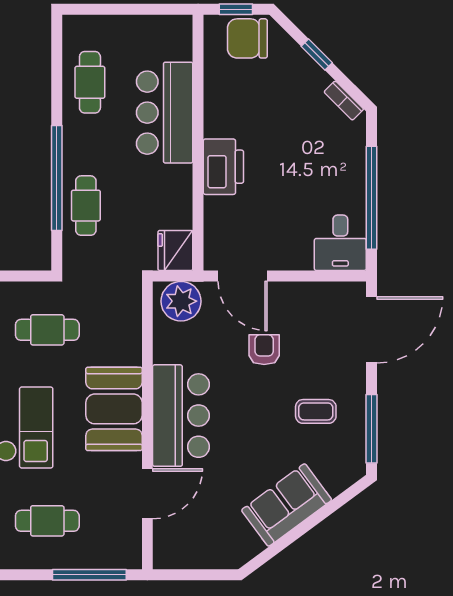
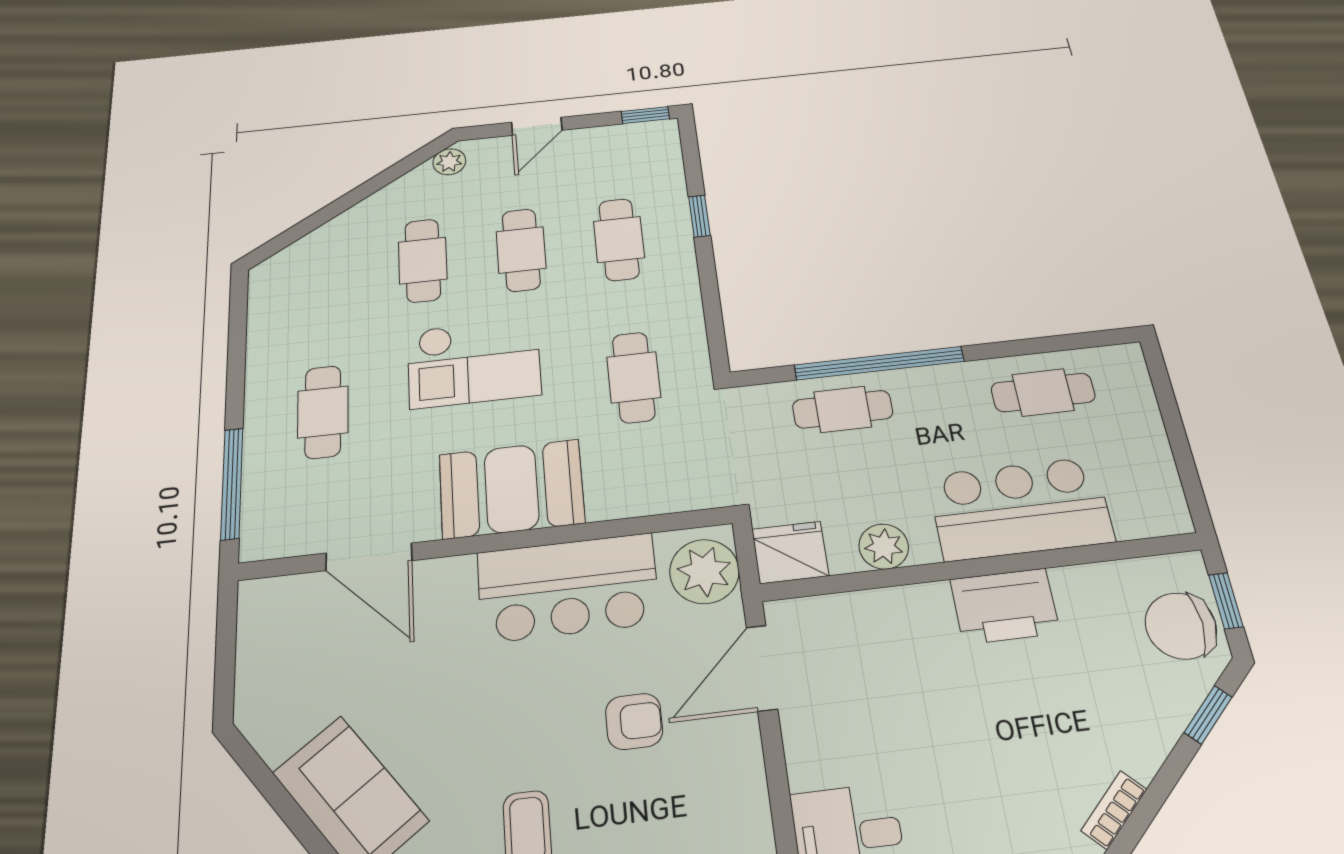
chair: (247, 38) -> (1181, 626), turned -90
window: (317, 54) -> (1208, 715), moved
printer: (223, 167) -> (1005, 606), moved
plant: (178, 196) -> (884, 546), added
bar counter: (181, 416) -> (568, 588), moved

